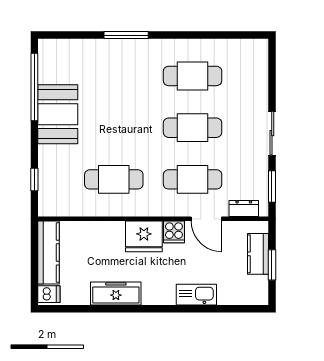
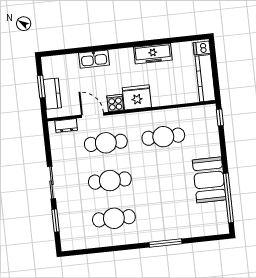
window: (34, 179) -> (220, 117), moved
window: (272, 186) -> (56, 221), moved

